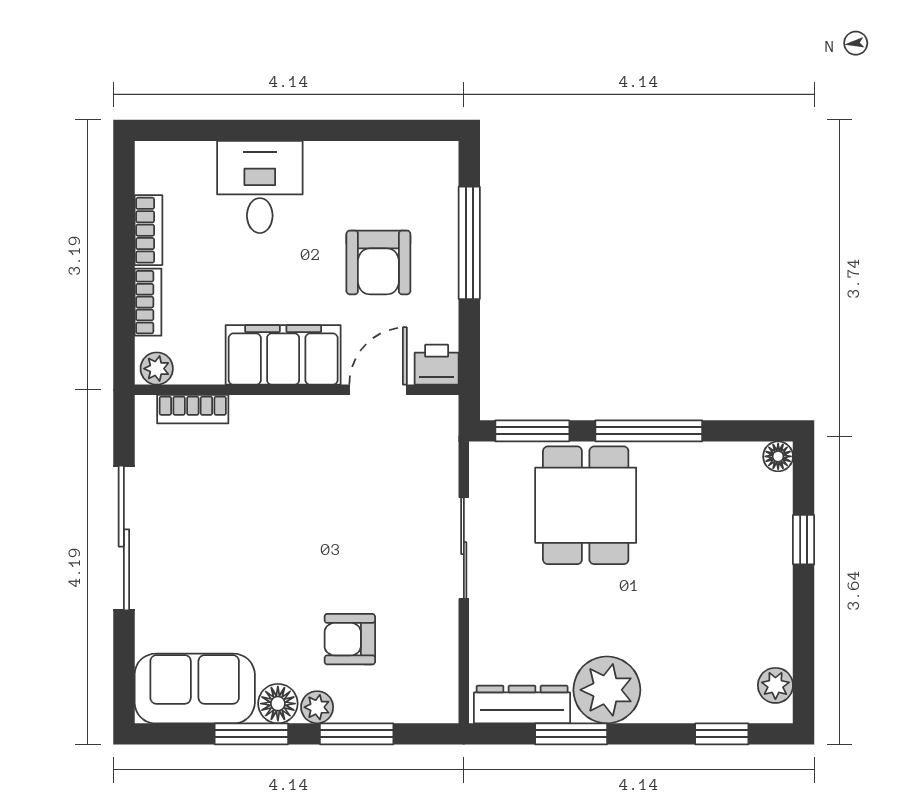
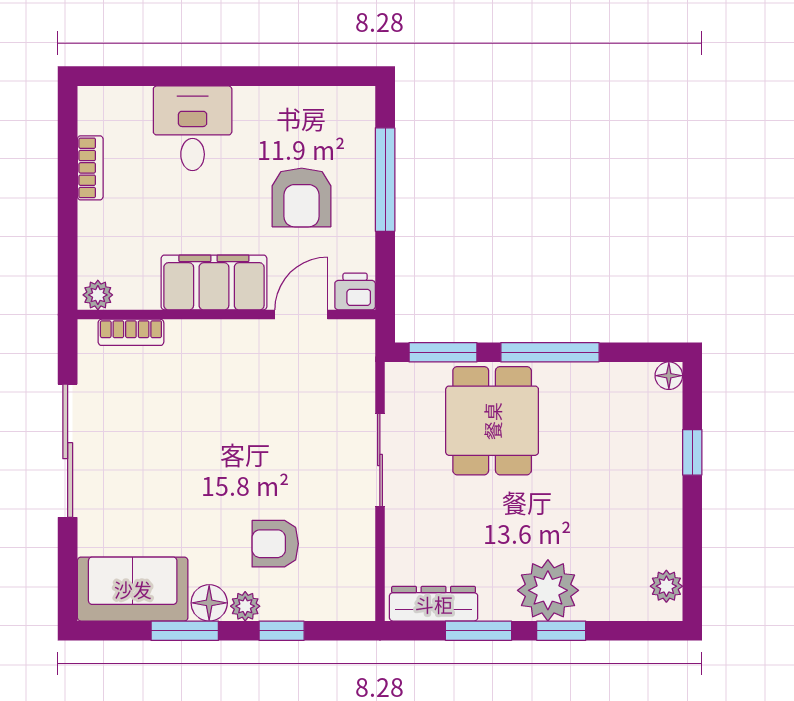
bookcase: (148, 302) -> (90, 234), removed
plant: (607, 690) -> (548, 590), moved
window: (357, 734) -> (282, 631), width x0.67
window: (722, 734) -> (561, 631), moved

